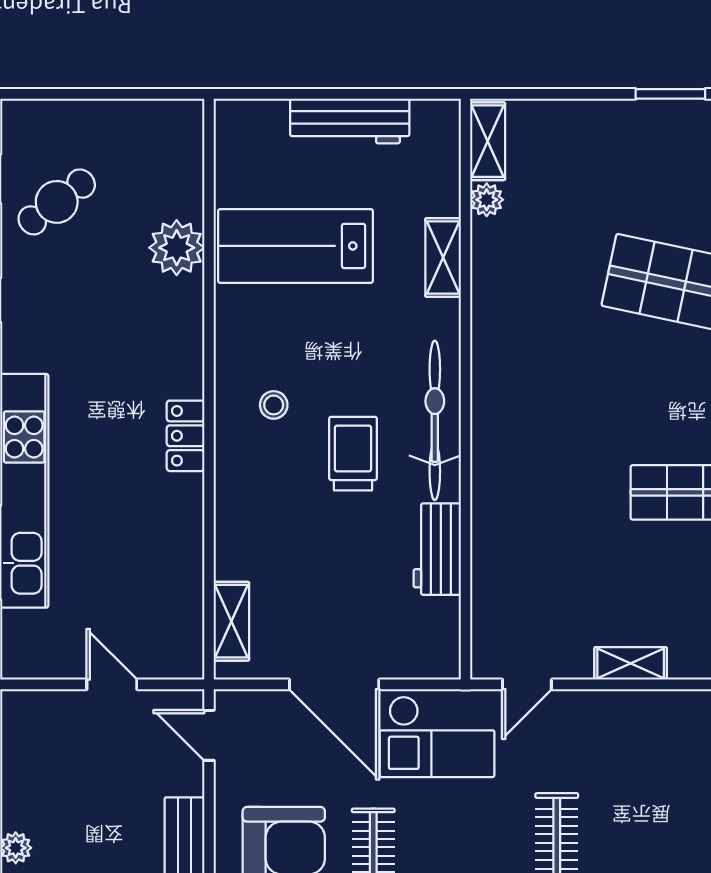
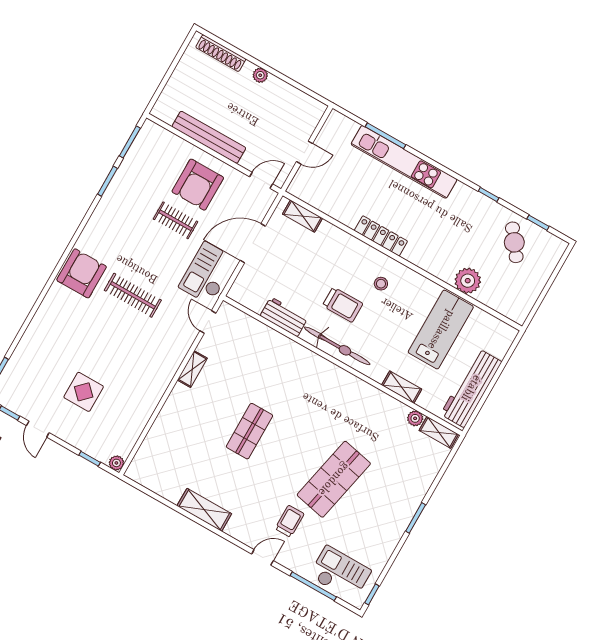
workbench: (350, 121) -> (471, 388), width x1.36, depth x1.32
locker: (186, 436) -> (381, 236), width x1.53

